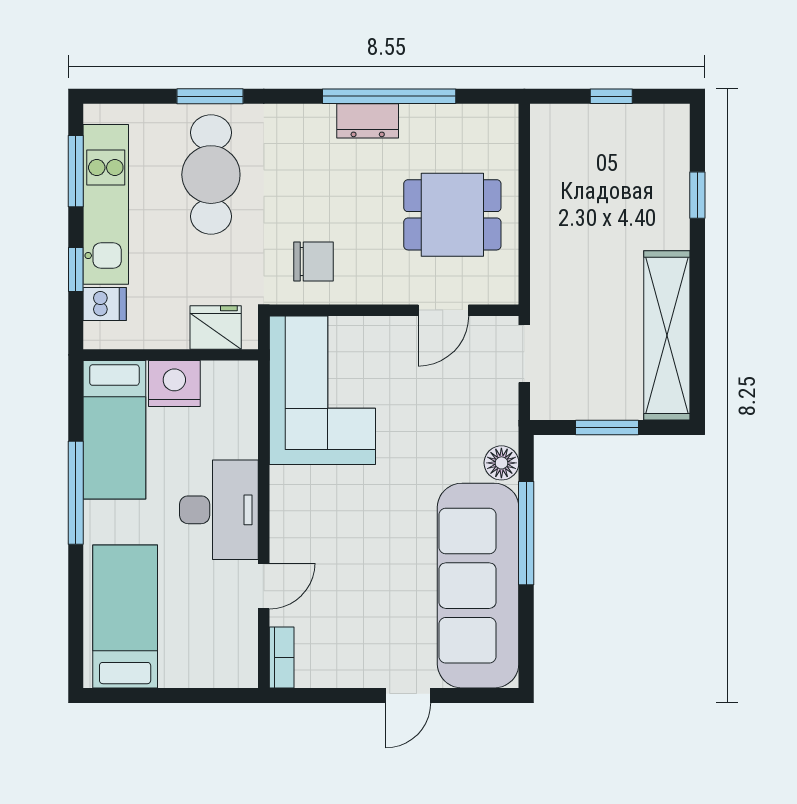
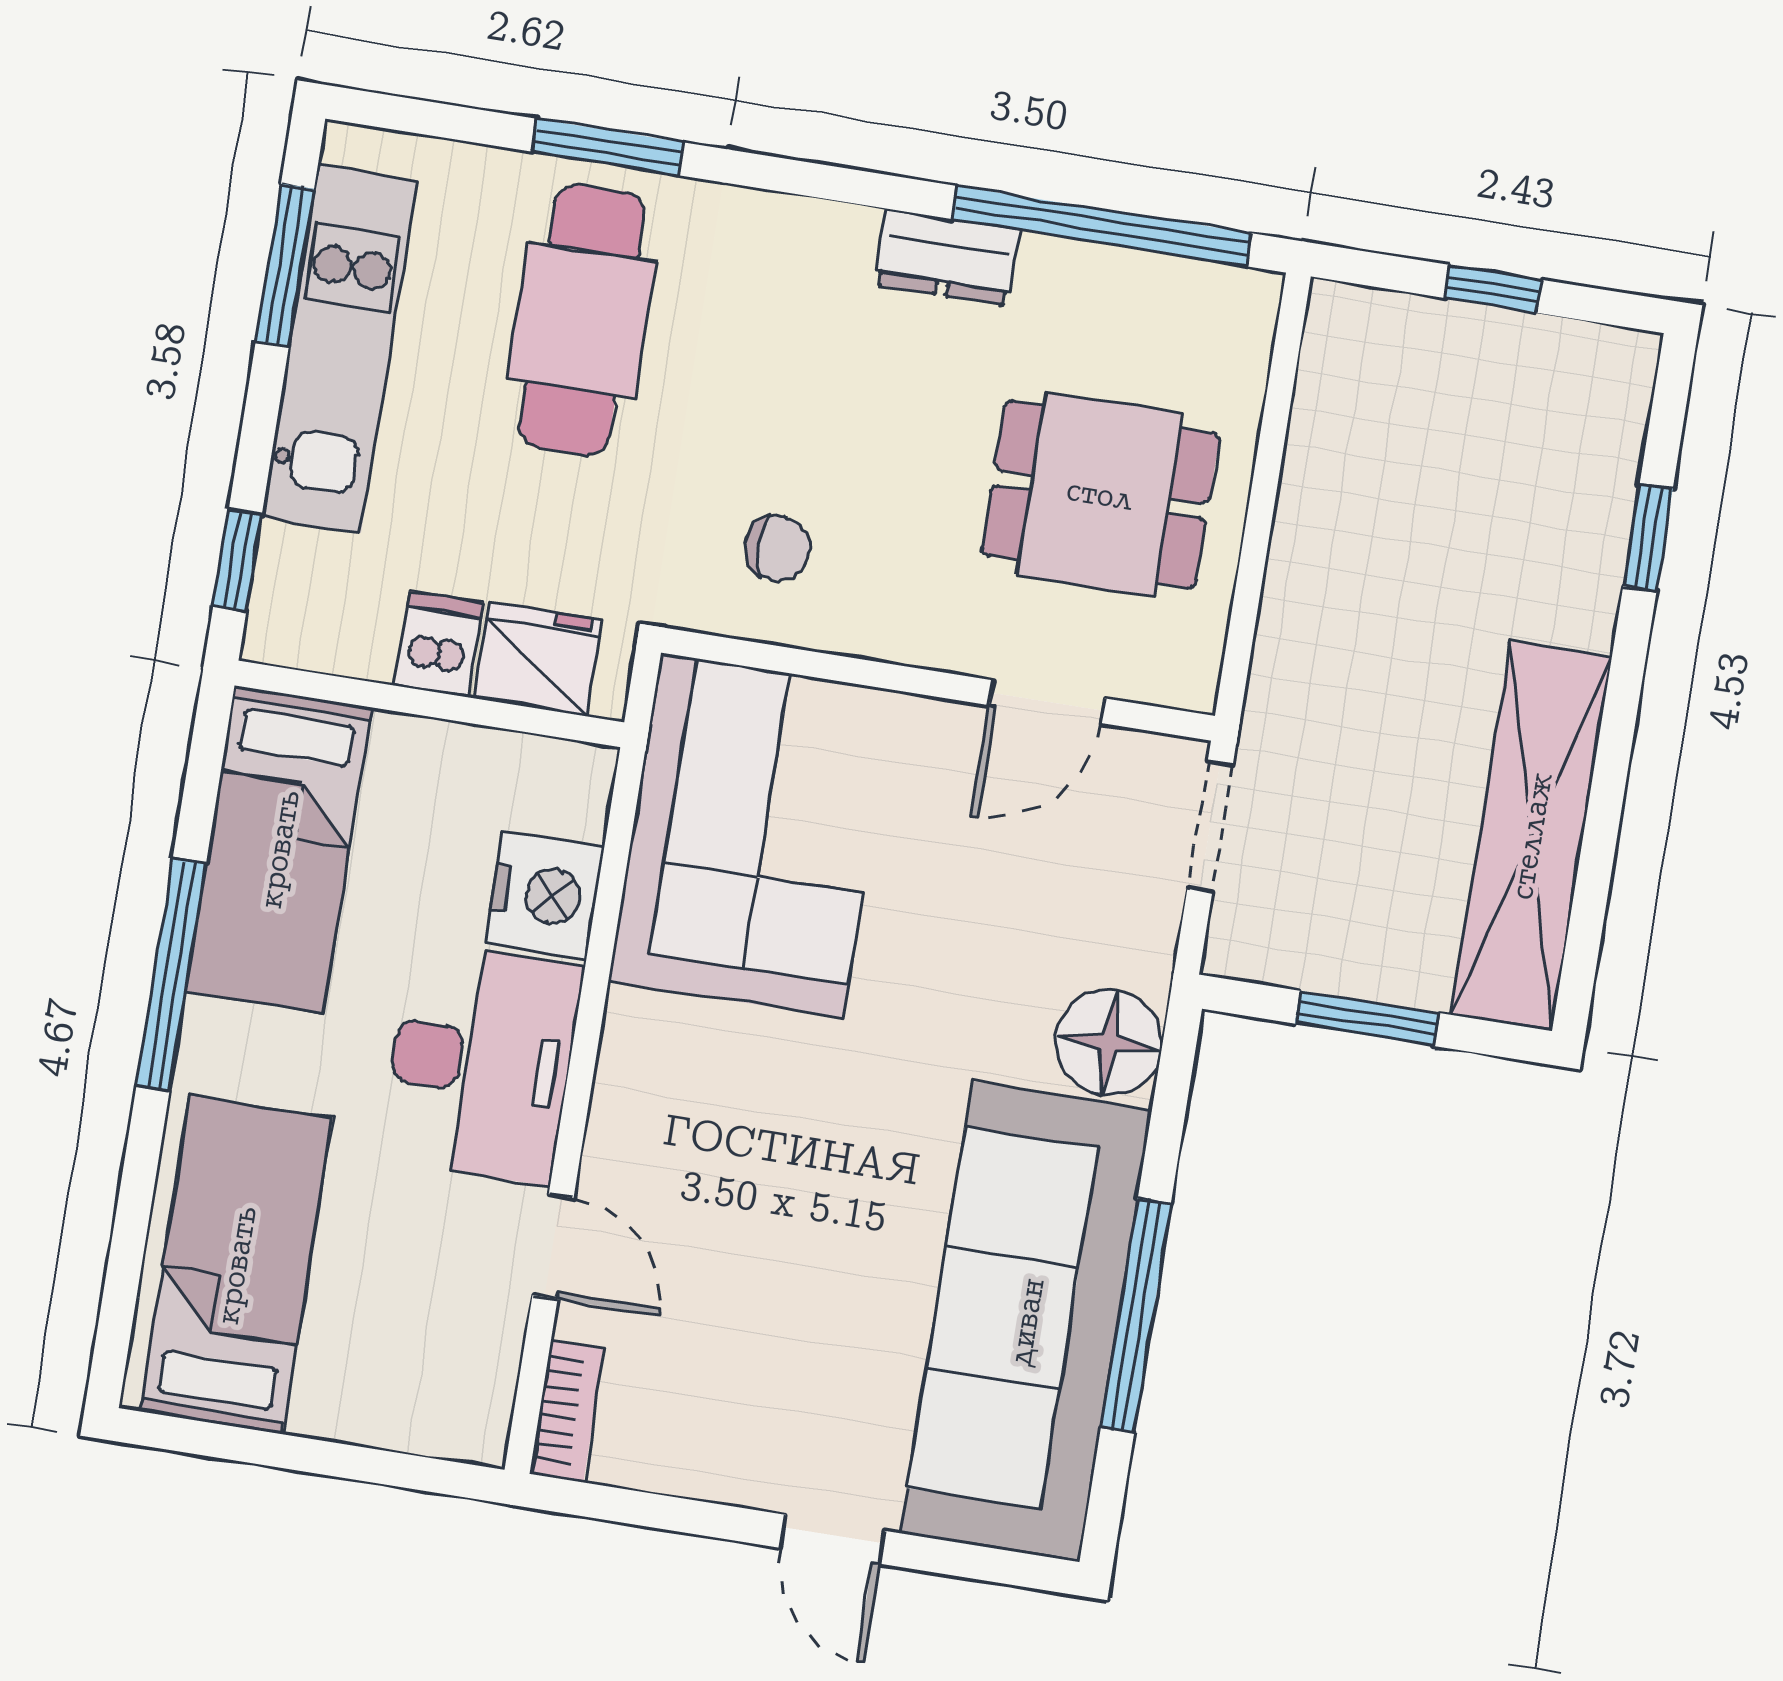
window: (389, 96) -> (1102, 226), moved
chair: (313, 261) -> (777, 548), width x0.73, depth x0.73
window: (76, 269) -> (238, 560), moved
dishwasher: (105, 304) -> (439, 644), moved, turned -90
nightstand: (174, 384) -> (544, 895), moved, turned 90
floor lamp: (501, 463) -> (1109, 1043), width x1.38, depth x1.38
window: (526, 533) -> (1136, 1315), moved
door: (264, 586) -> (553, 1247), hinge flipped
door: (408, 695) -> (833, 1539), hinge flipped

